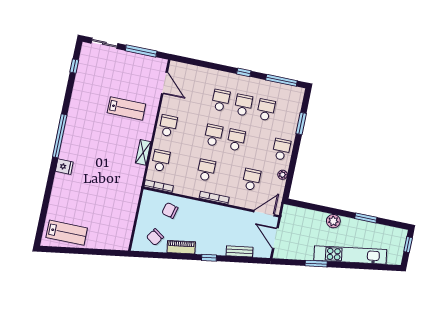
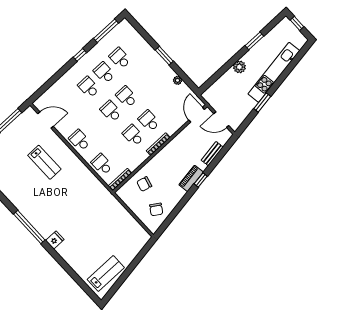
lab bench: (126, 108) -> (44, 162), turned 90
window: (301, 124) -> (164, 56), moved
school desk: (281, 149) -> (158, 68), removed
shelving: (143, 152) -> (86, 173), removed
school desk: (251, 180) -> (149, 121), moved
piano: (181, 247) -> (191, 178), moved

